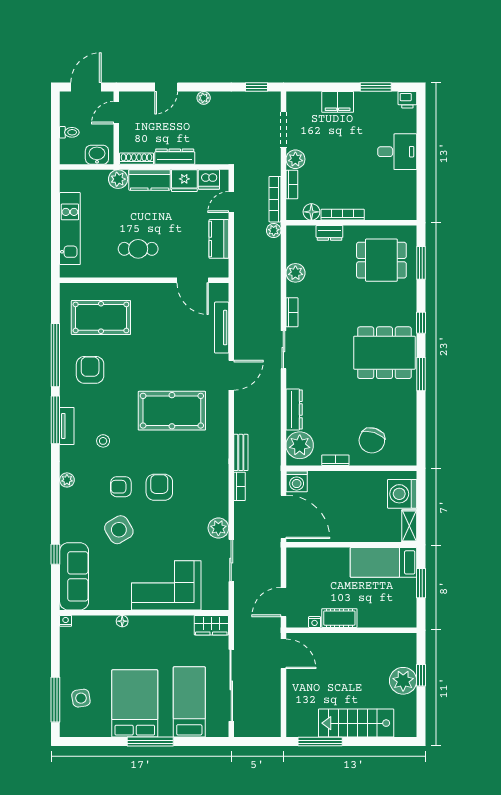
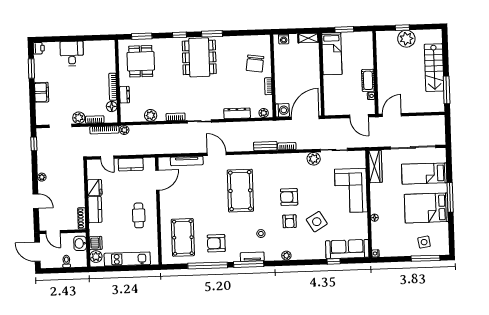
dresser: (175, 157) -> (80, 194), removed
plant: (118, 179) -> (96, 257), moved
dishwasher: (209, 179) -> (96, 243), moved
chair: (372, 440) -> (255, 64), turned 80
plant: (300, 445) -> (264, 113), width x0.53, depth x0.53
washing machine: (402, 494) -> (284, 39), width x0.53, depth x0.53
wardrobe: (211, 625) -> (375, 167), width x1.50

